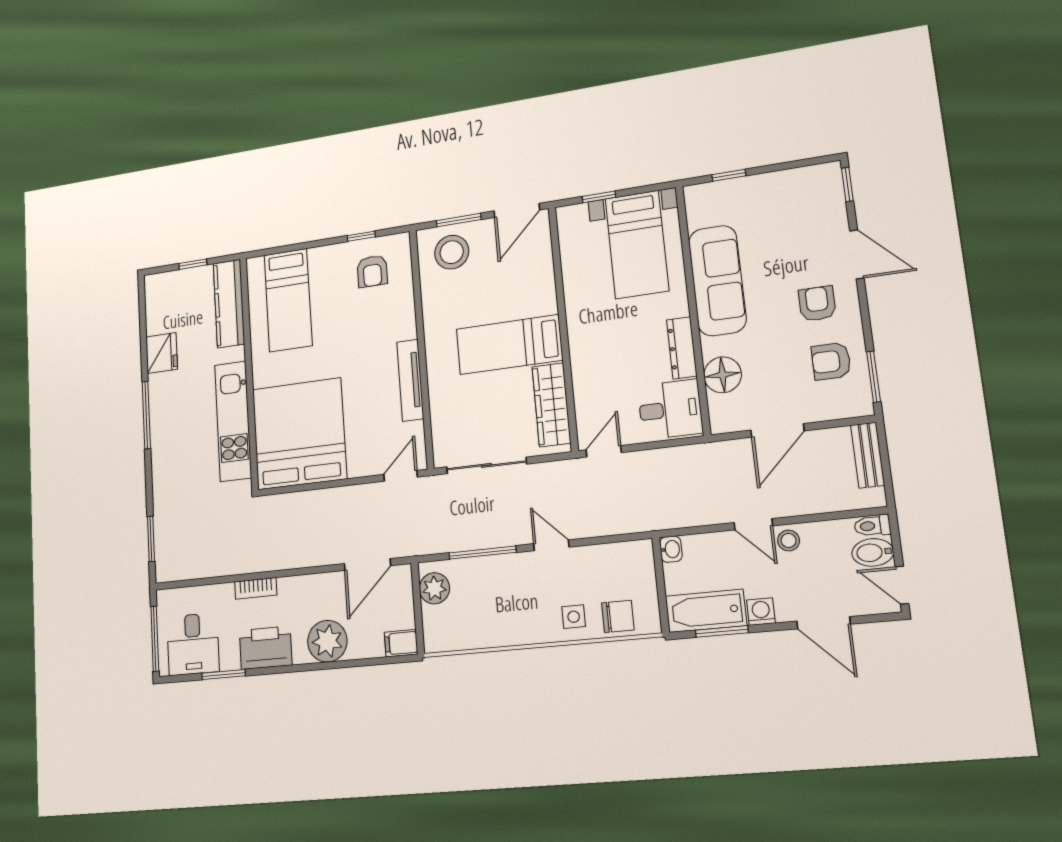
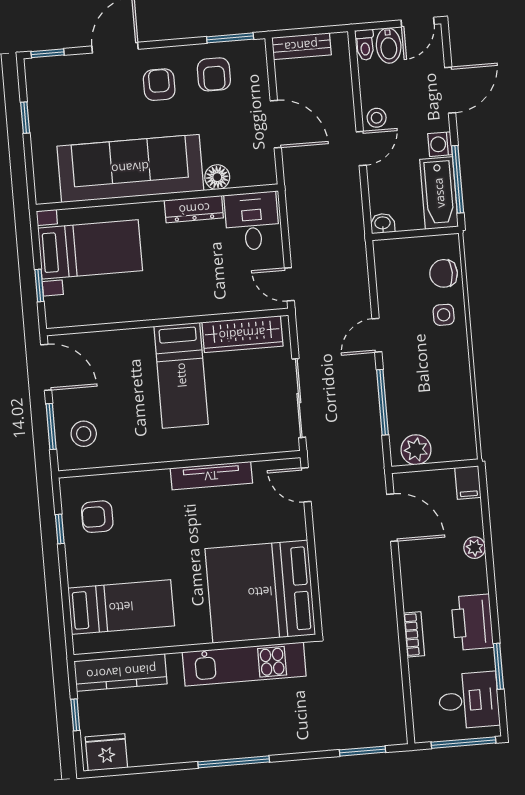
window: (729, 175) -> (25, 118), moved
stool: (452, 252) -> (84, 434), width x0.73, depth x0.73
armchair: (372, 271) -> (97, 517), turned 180
sofa: (717, 280) -> (130, 168), width x1.36, depth x1.27
armchair: (817, 304) -> (159, 85), turned 90
fridge: (162, 353) -> (106, 752), moved
floor lamp: (723, 375) -> (217, 177), width x0.73, depth x0.73
chair: (618, 616) -> (444, 273), turned -90
window: (722, 631) -> (458, 179), width x1.44
plant: (327, 641) -> (475, 548), width x0.53, depth x0.53

